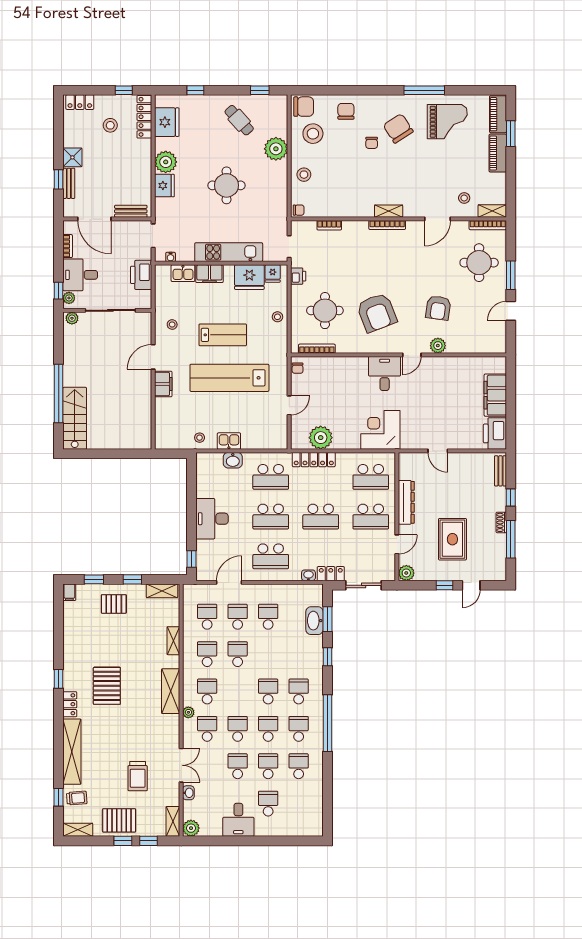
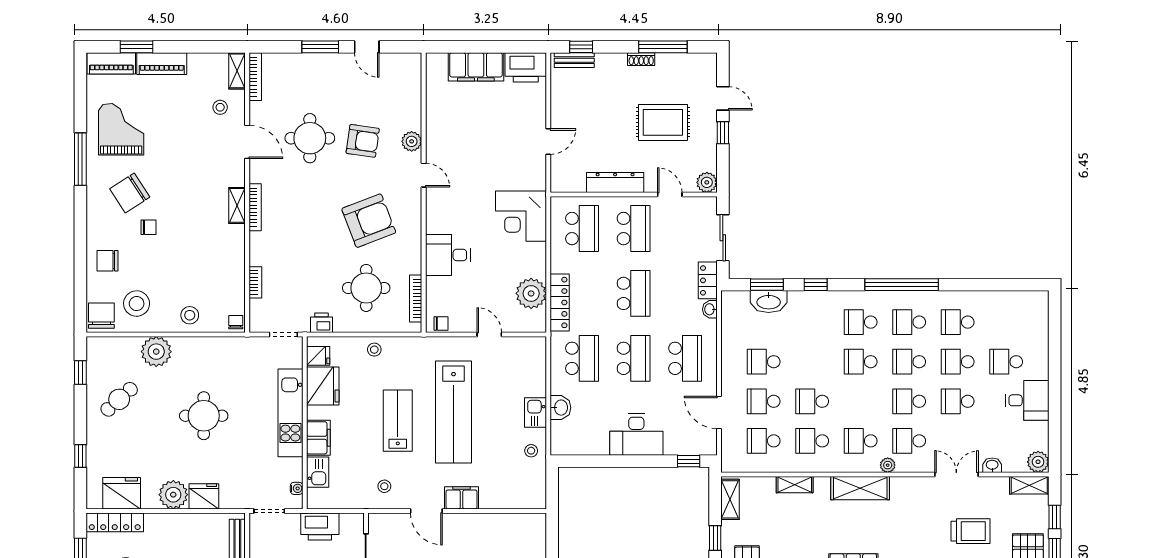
round table: (479, 263) -> (310, 138), moved
desk: (385, 373) -> (448, 255), moved
window: (511, 497) -> (581, 47), moved

